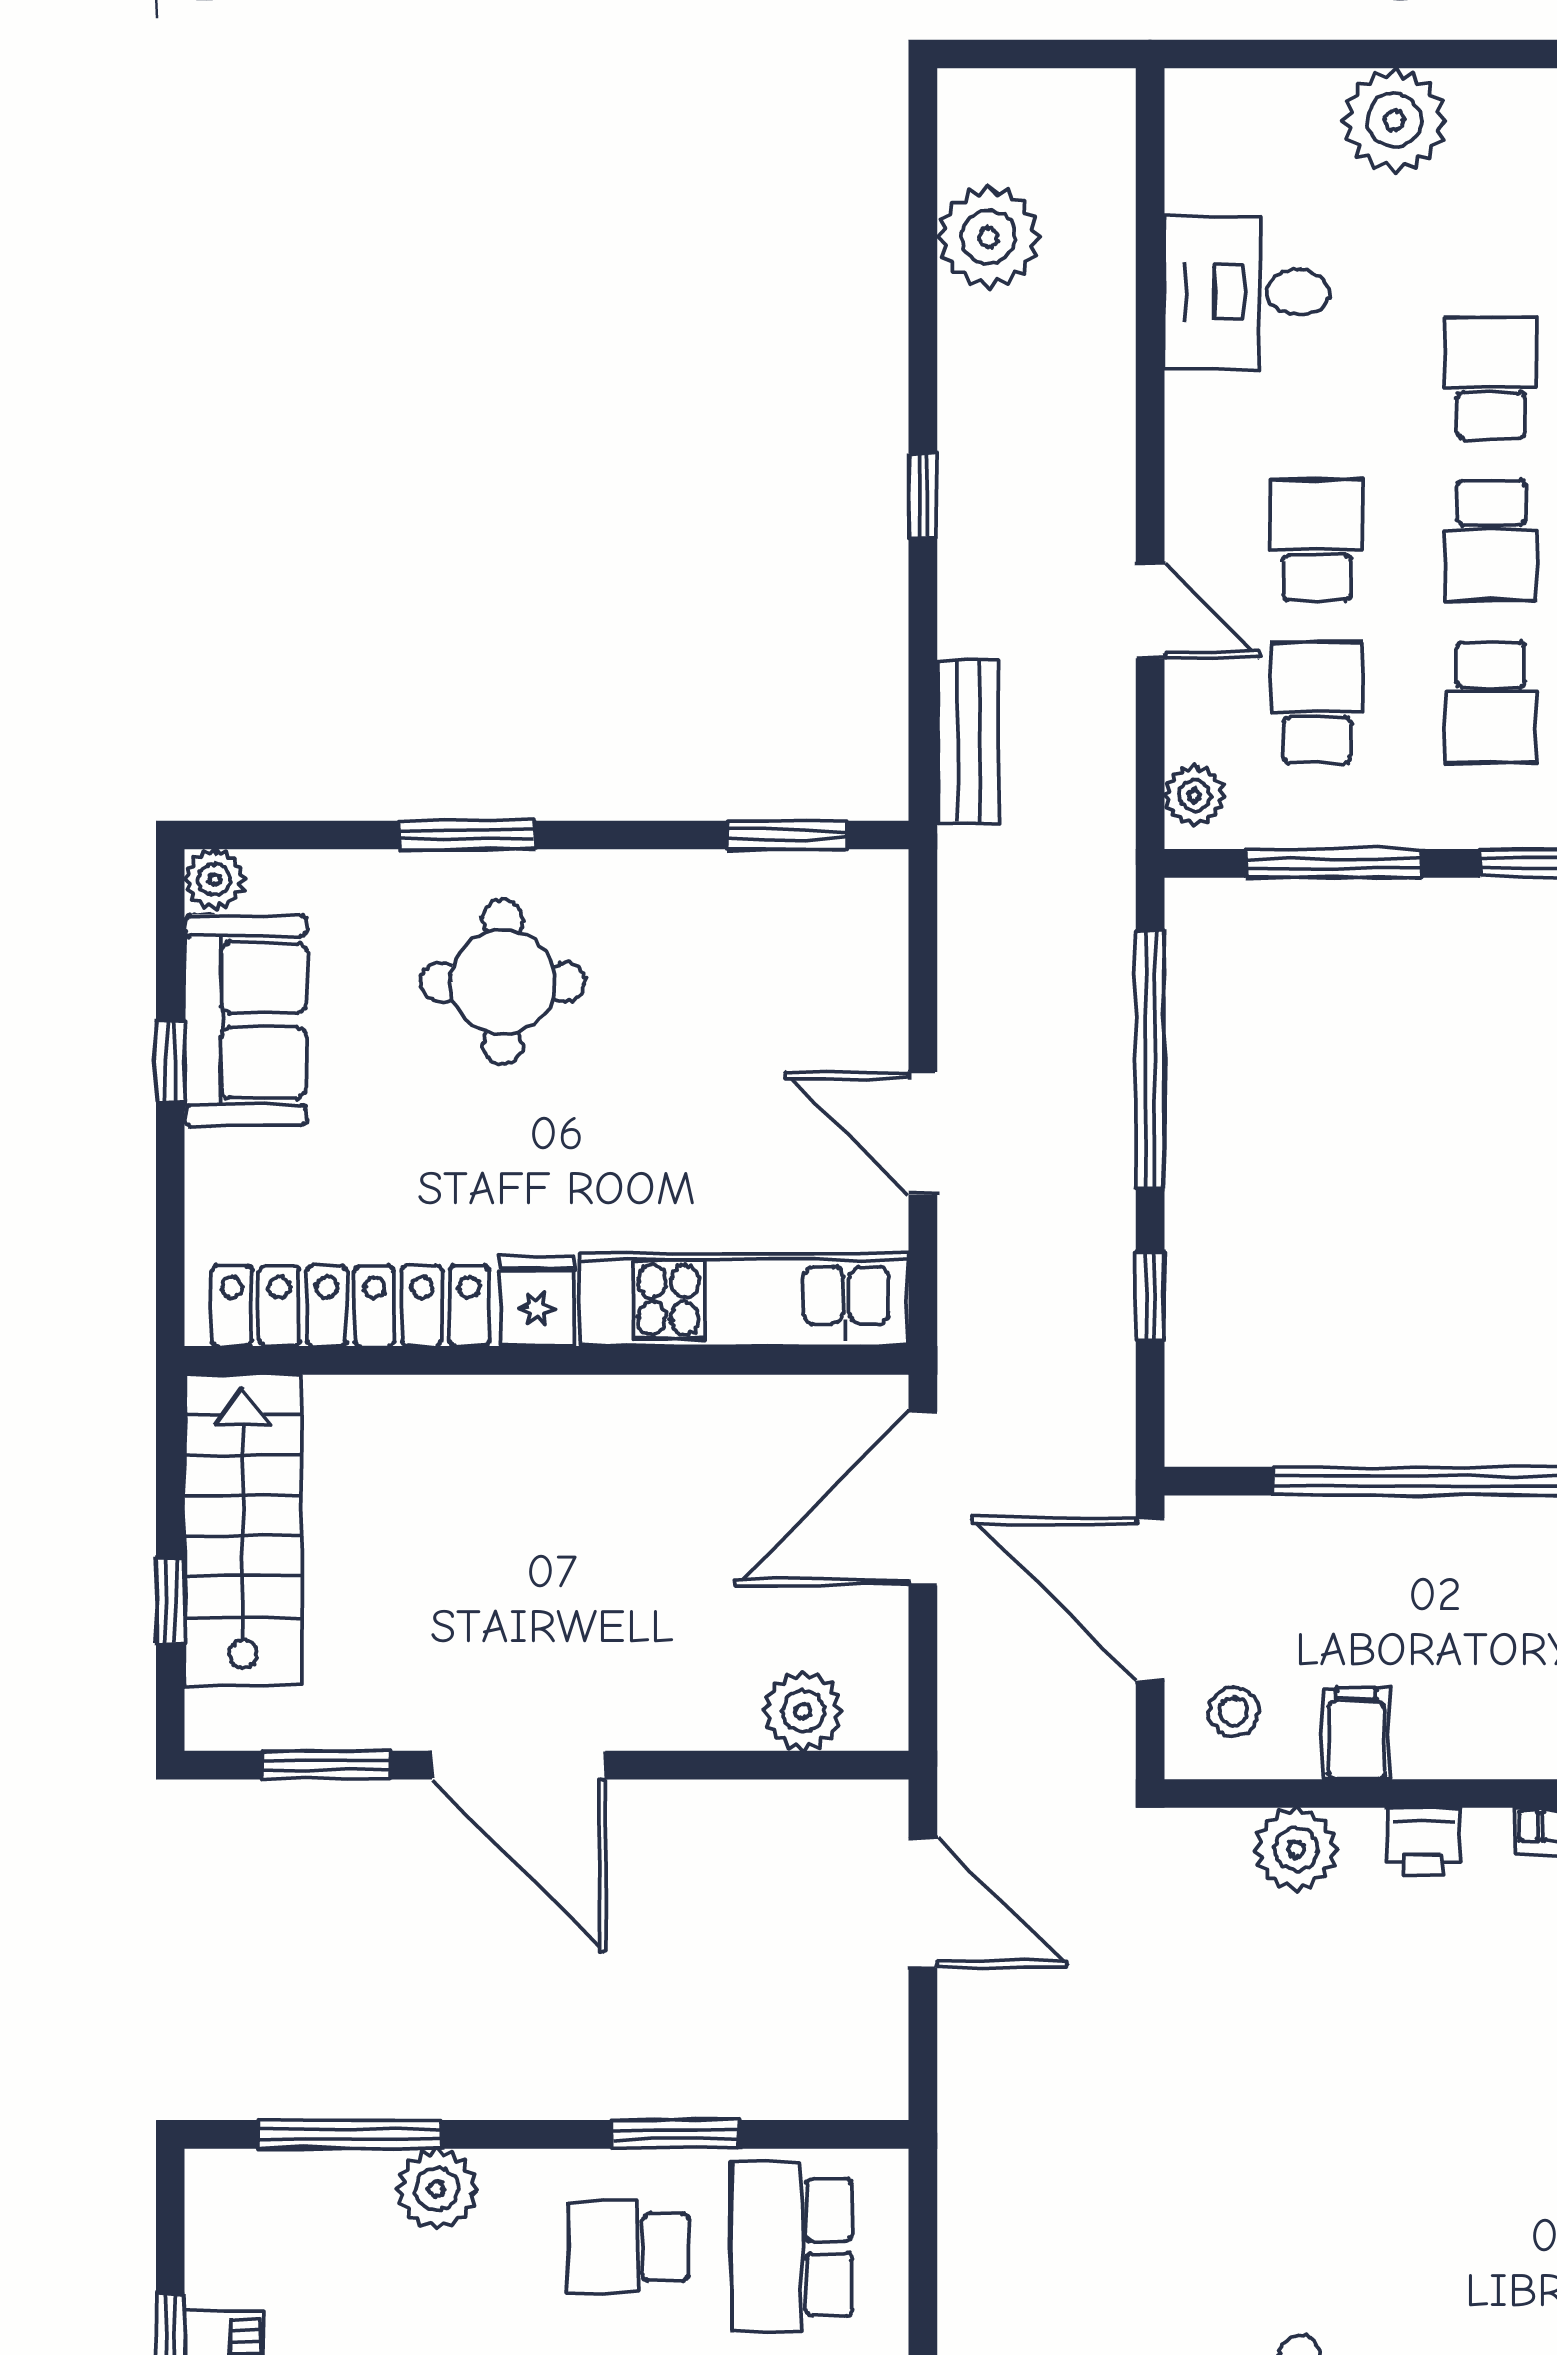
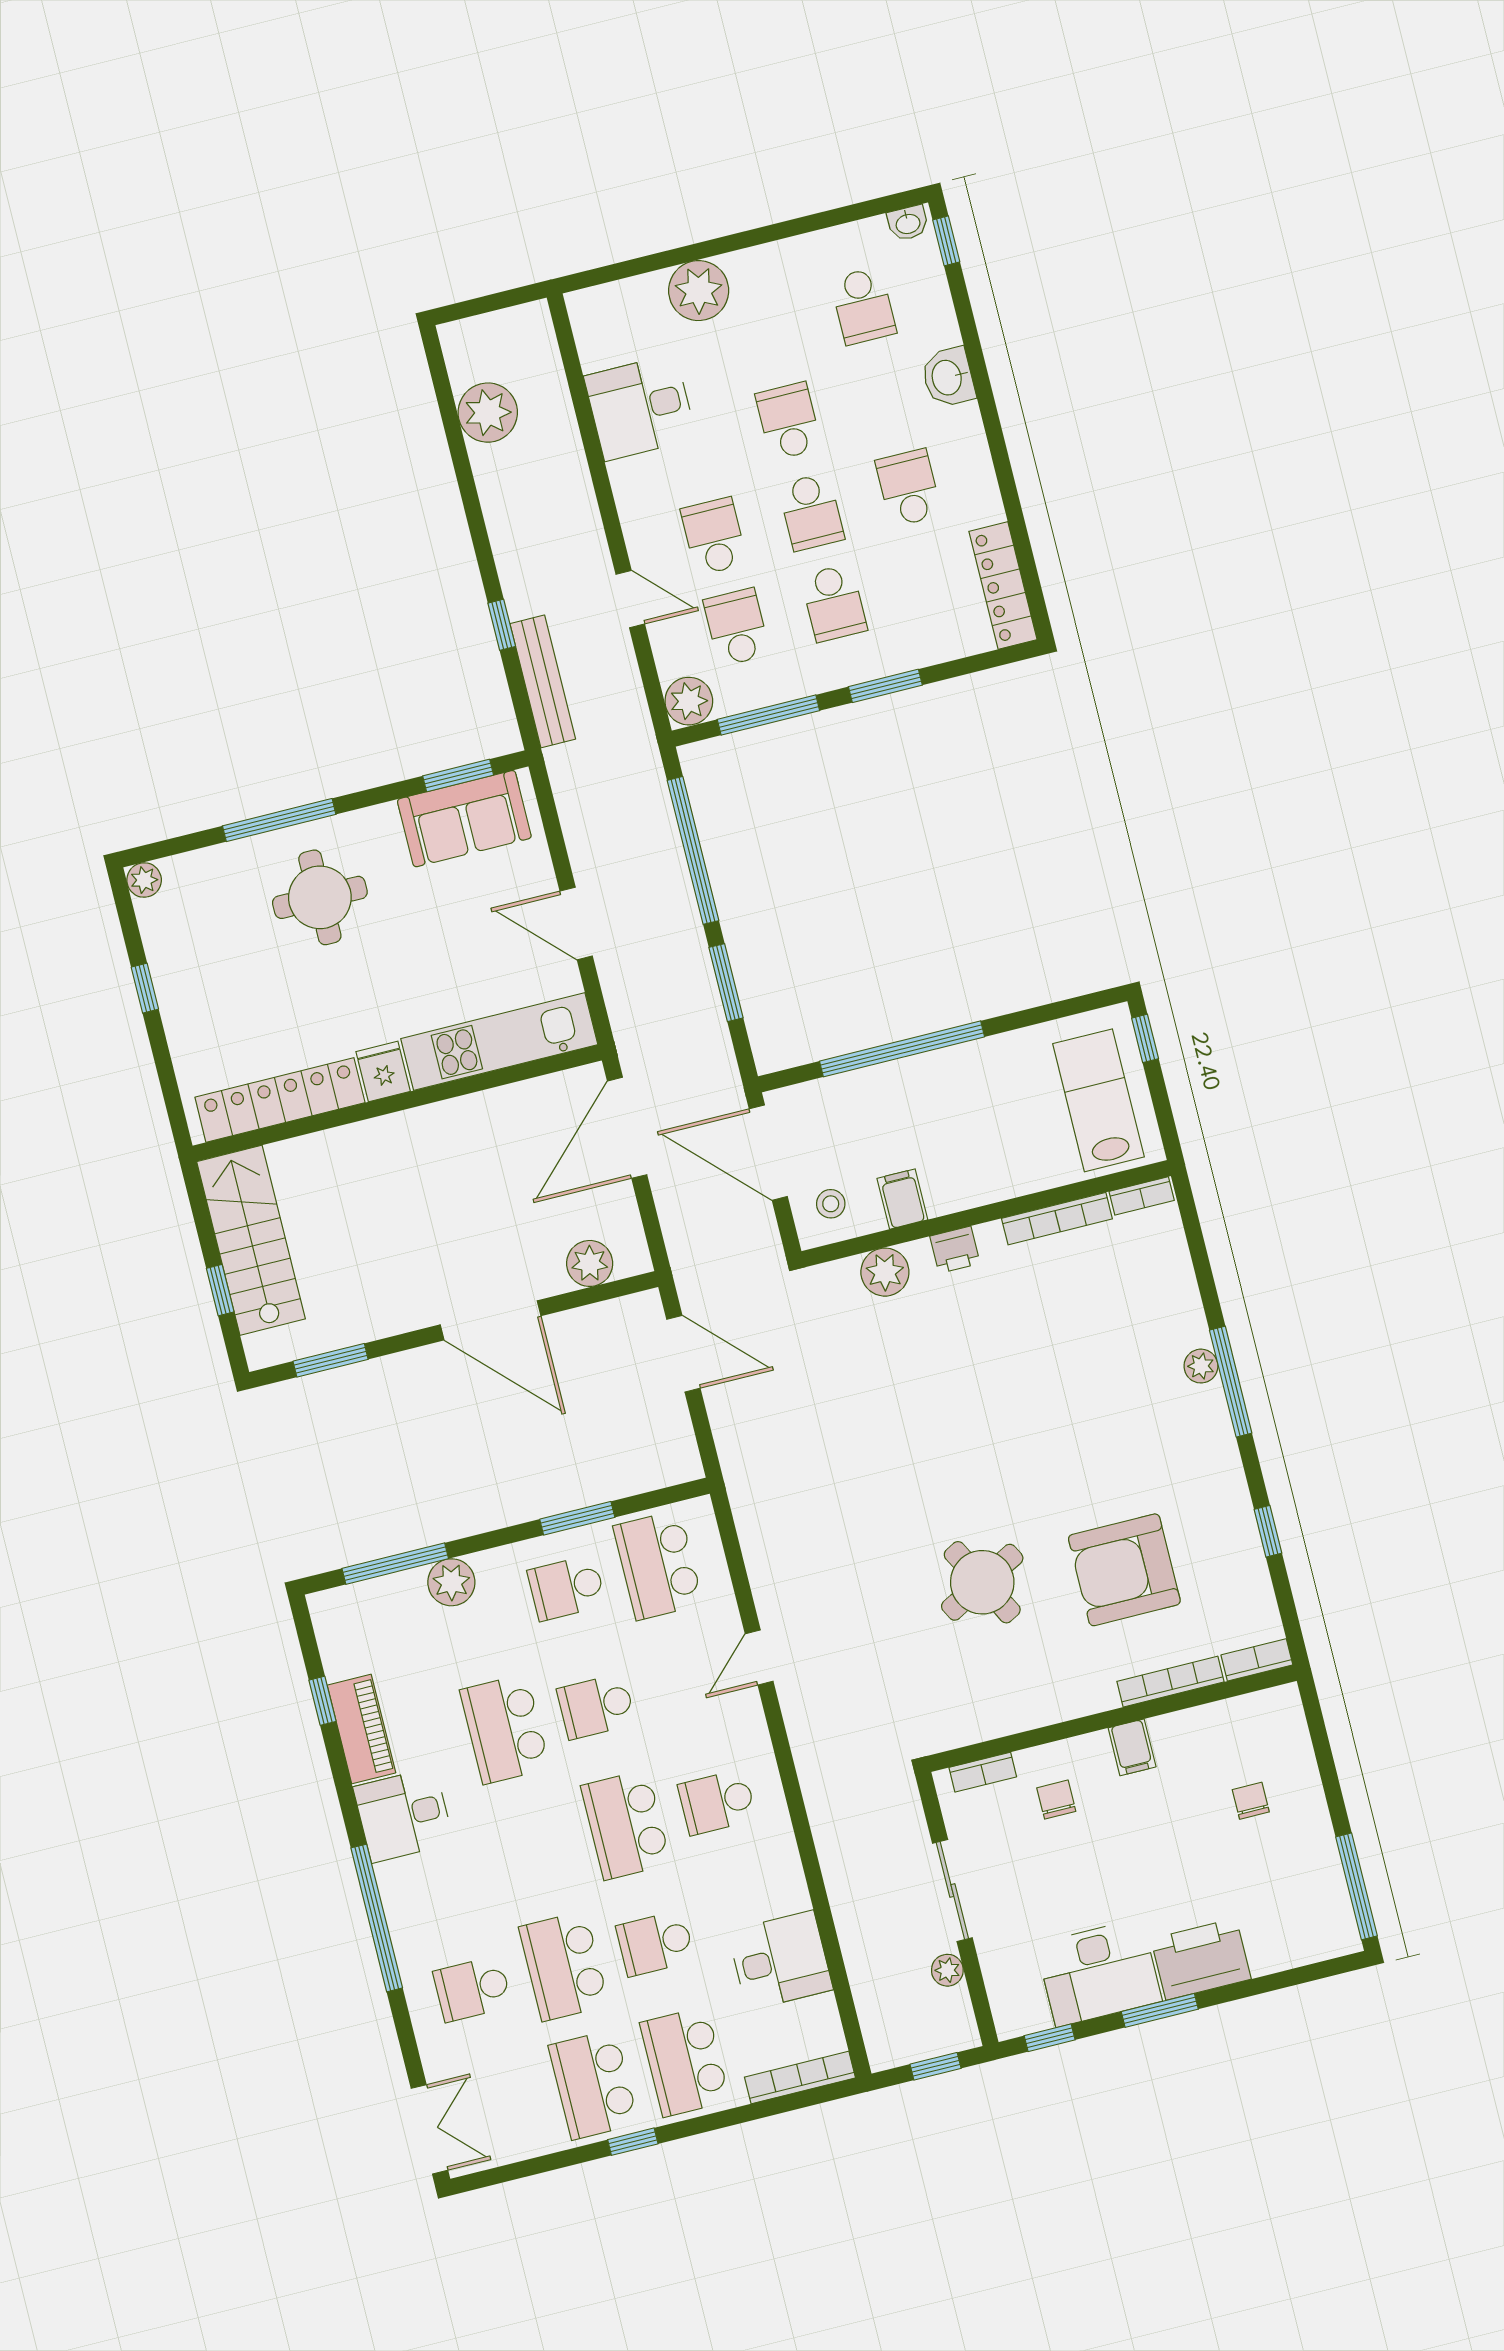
window: (923, 495) -> (502, 625), moved
bench: (968, 742) -> (543, 681), width x1.36
plant: (1194, 795) -> (689, 701), width x1.38, depth x1.38
window: (467, 835) -> (279, 820), width x1.44
sofa: (245, 1020) -> (464, 819), moved, turned 90
window: (1150, 1296) -> (726, 983), width x1.50
door: (519, 1765) -> (491, 1320), moved

